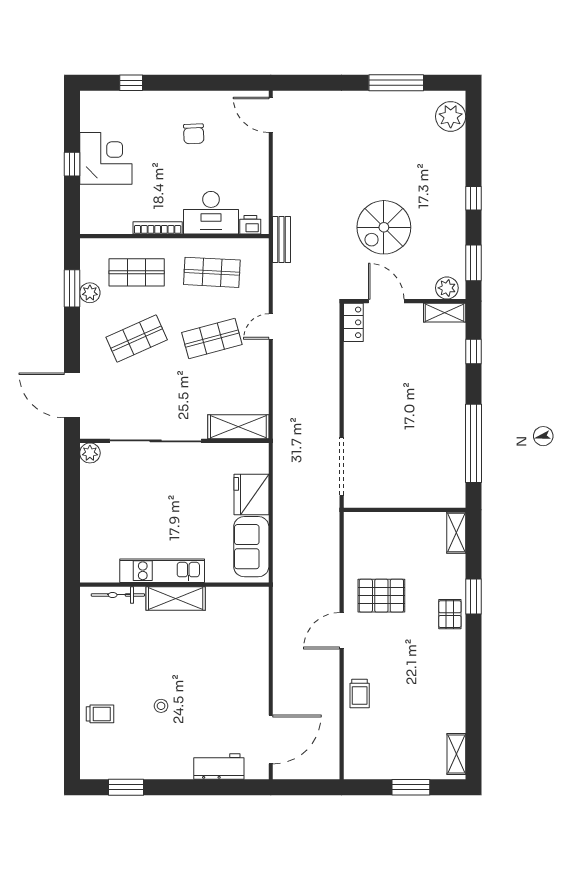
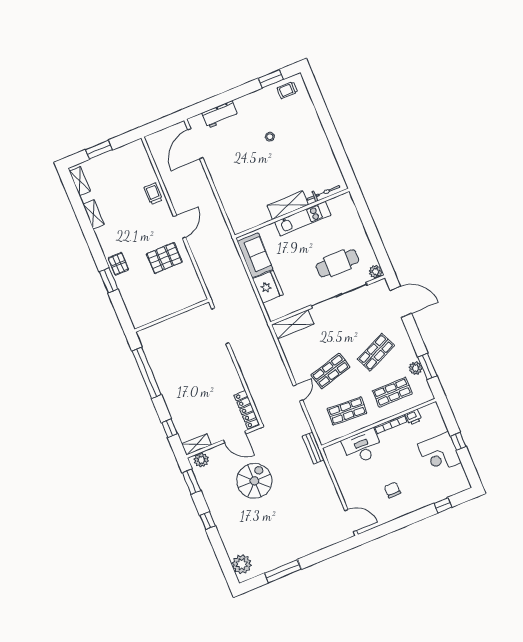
printer: (250, 225) -> (414, 417), moved
locker: (353, 322) -> (247, 410), width x1.53
cafe table: (139, 487) -> (337, 263), added
shelving: (456, 533) -> (94, 214), moved
trolley: (100, 714) -> (287, 90), moved

